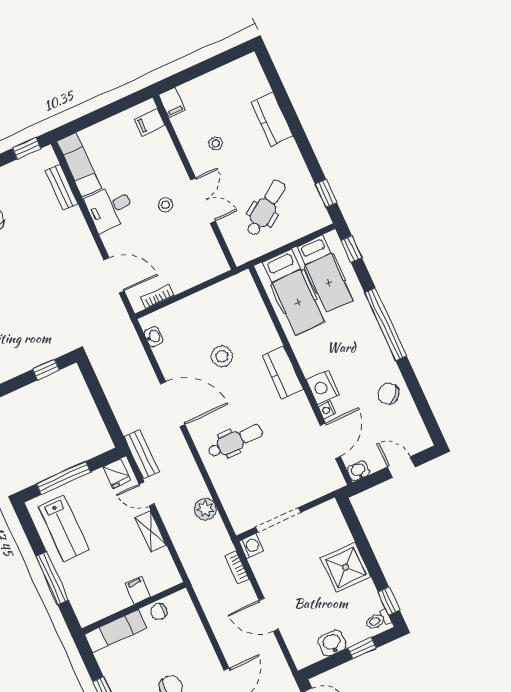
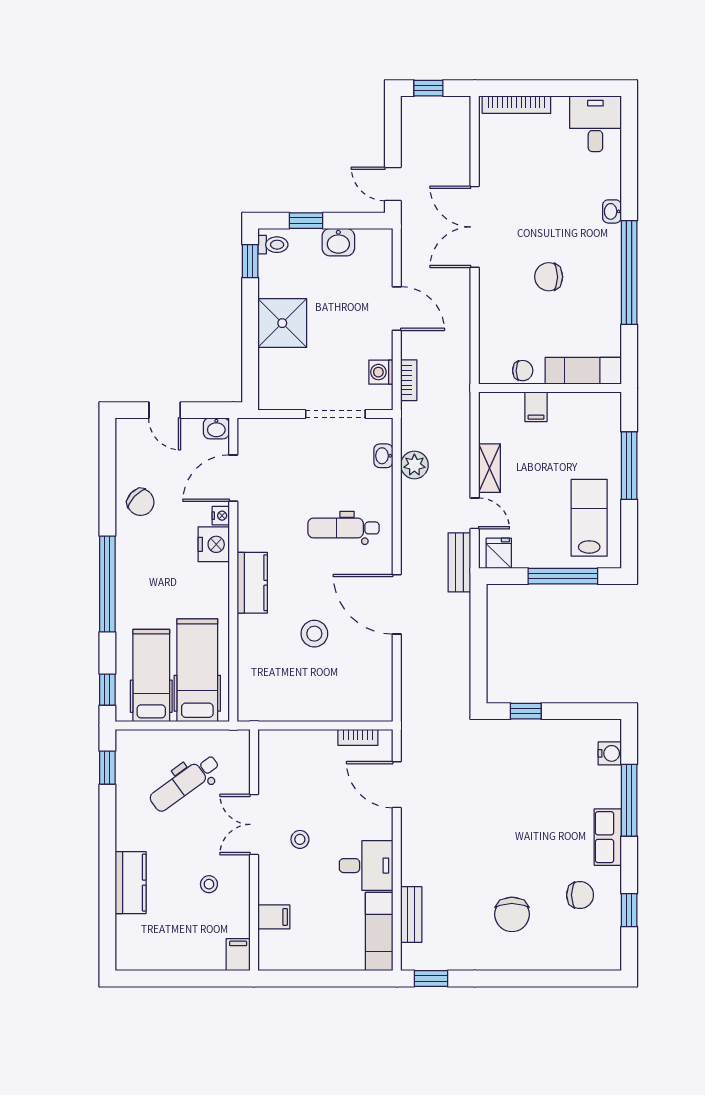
filing cabinet: (150, 122) -> (274, 917), moved
washbasin: (154, 337) -> (383, 456), moved
washing machine: (251, 546) -> (381, 372), moved

